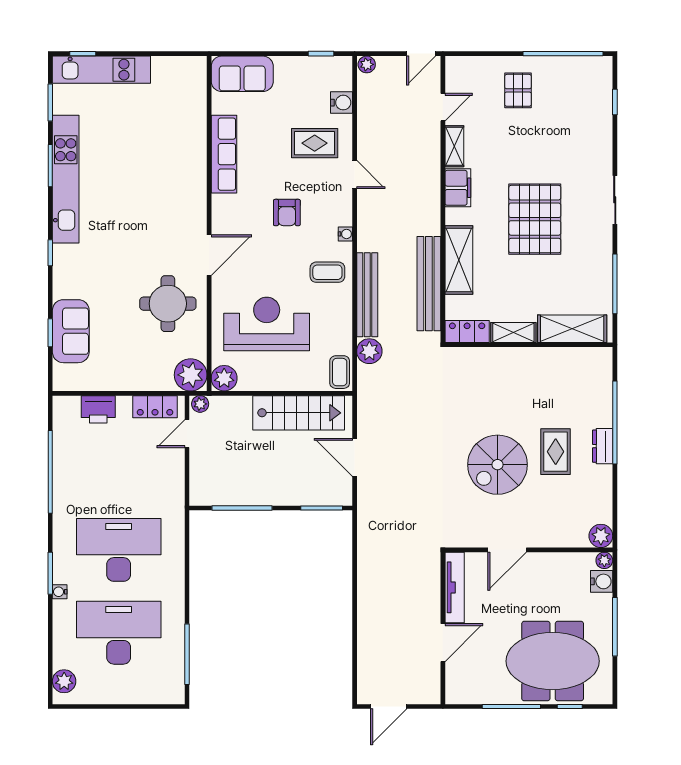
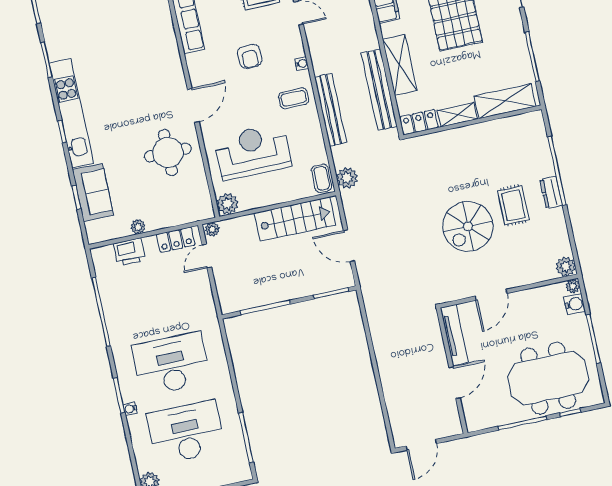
kitchen unit: (66, 179) -> (71, 113), moved
plant: (369, 351) -> (347, 178), moved
plant: (191, 375) -> (138, 227), moved, width x0.53, depth x0.53

